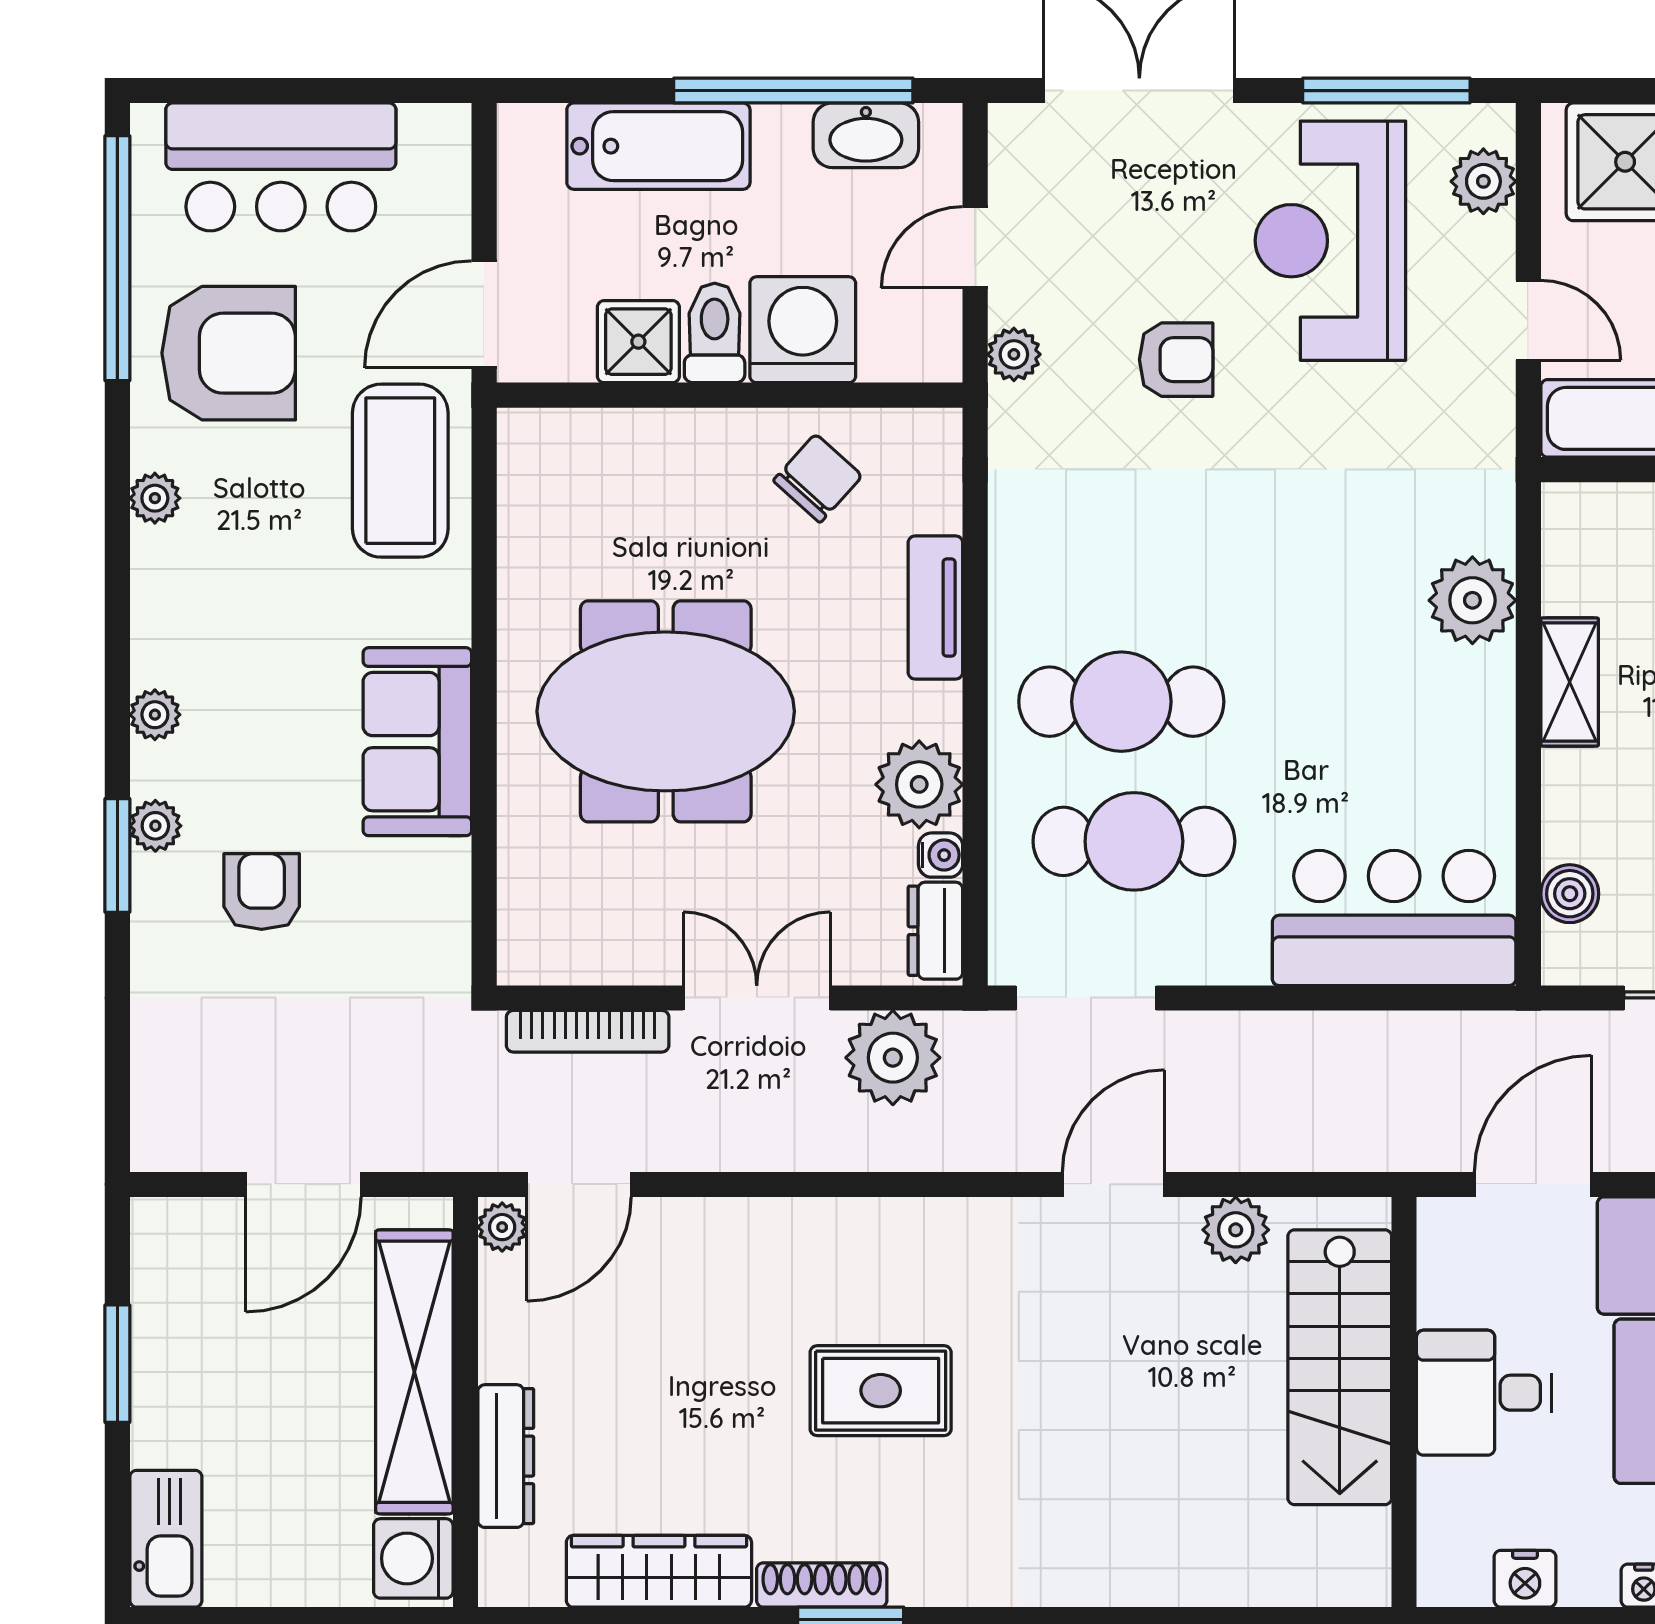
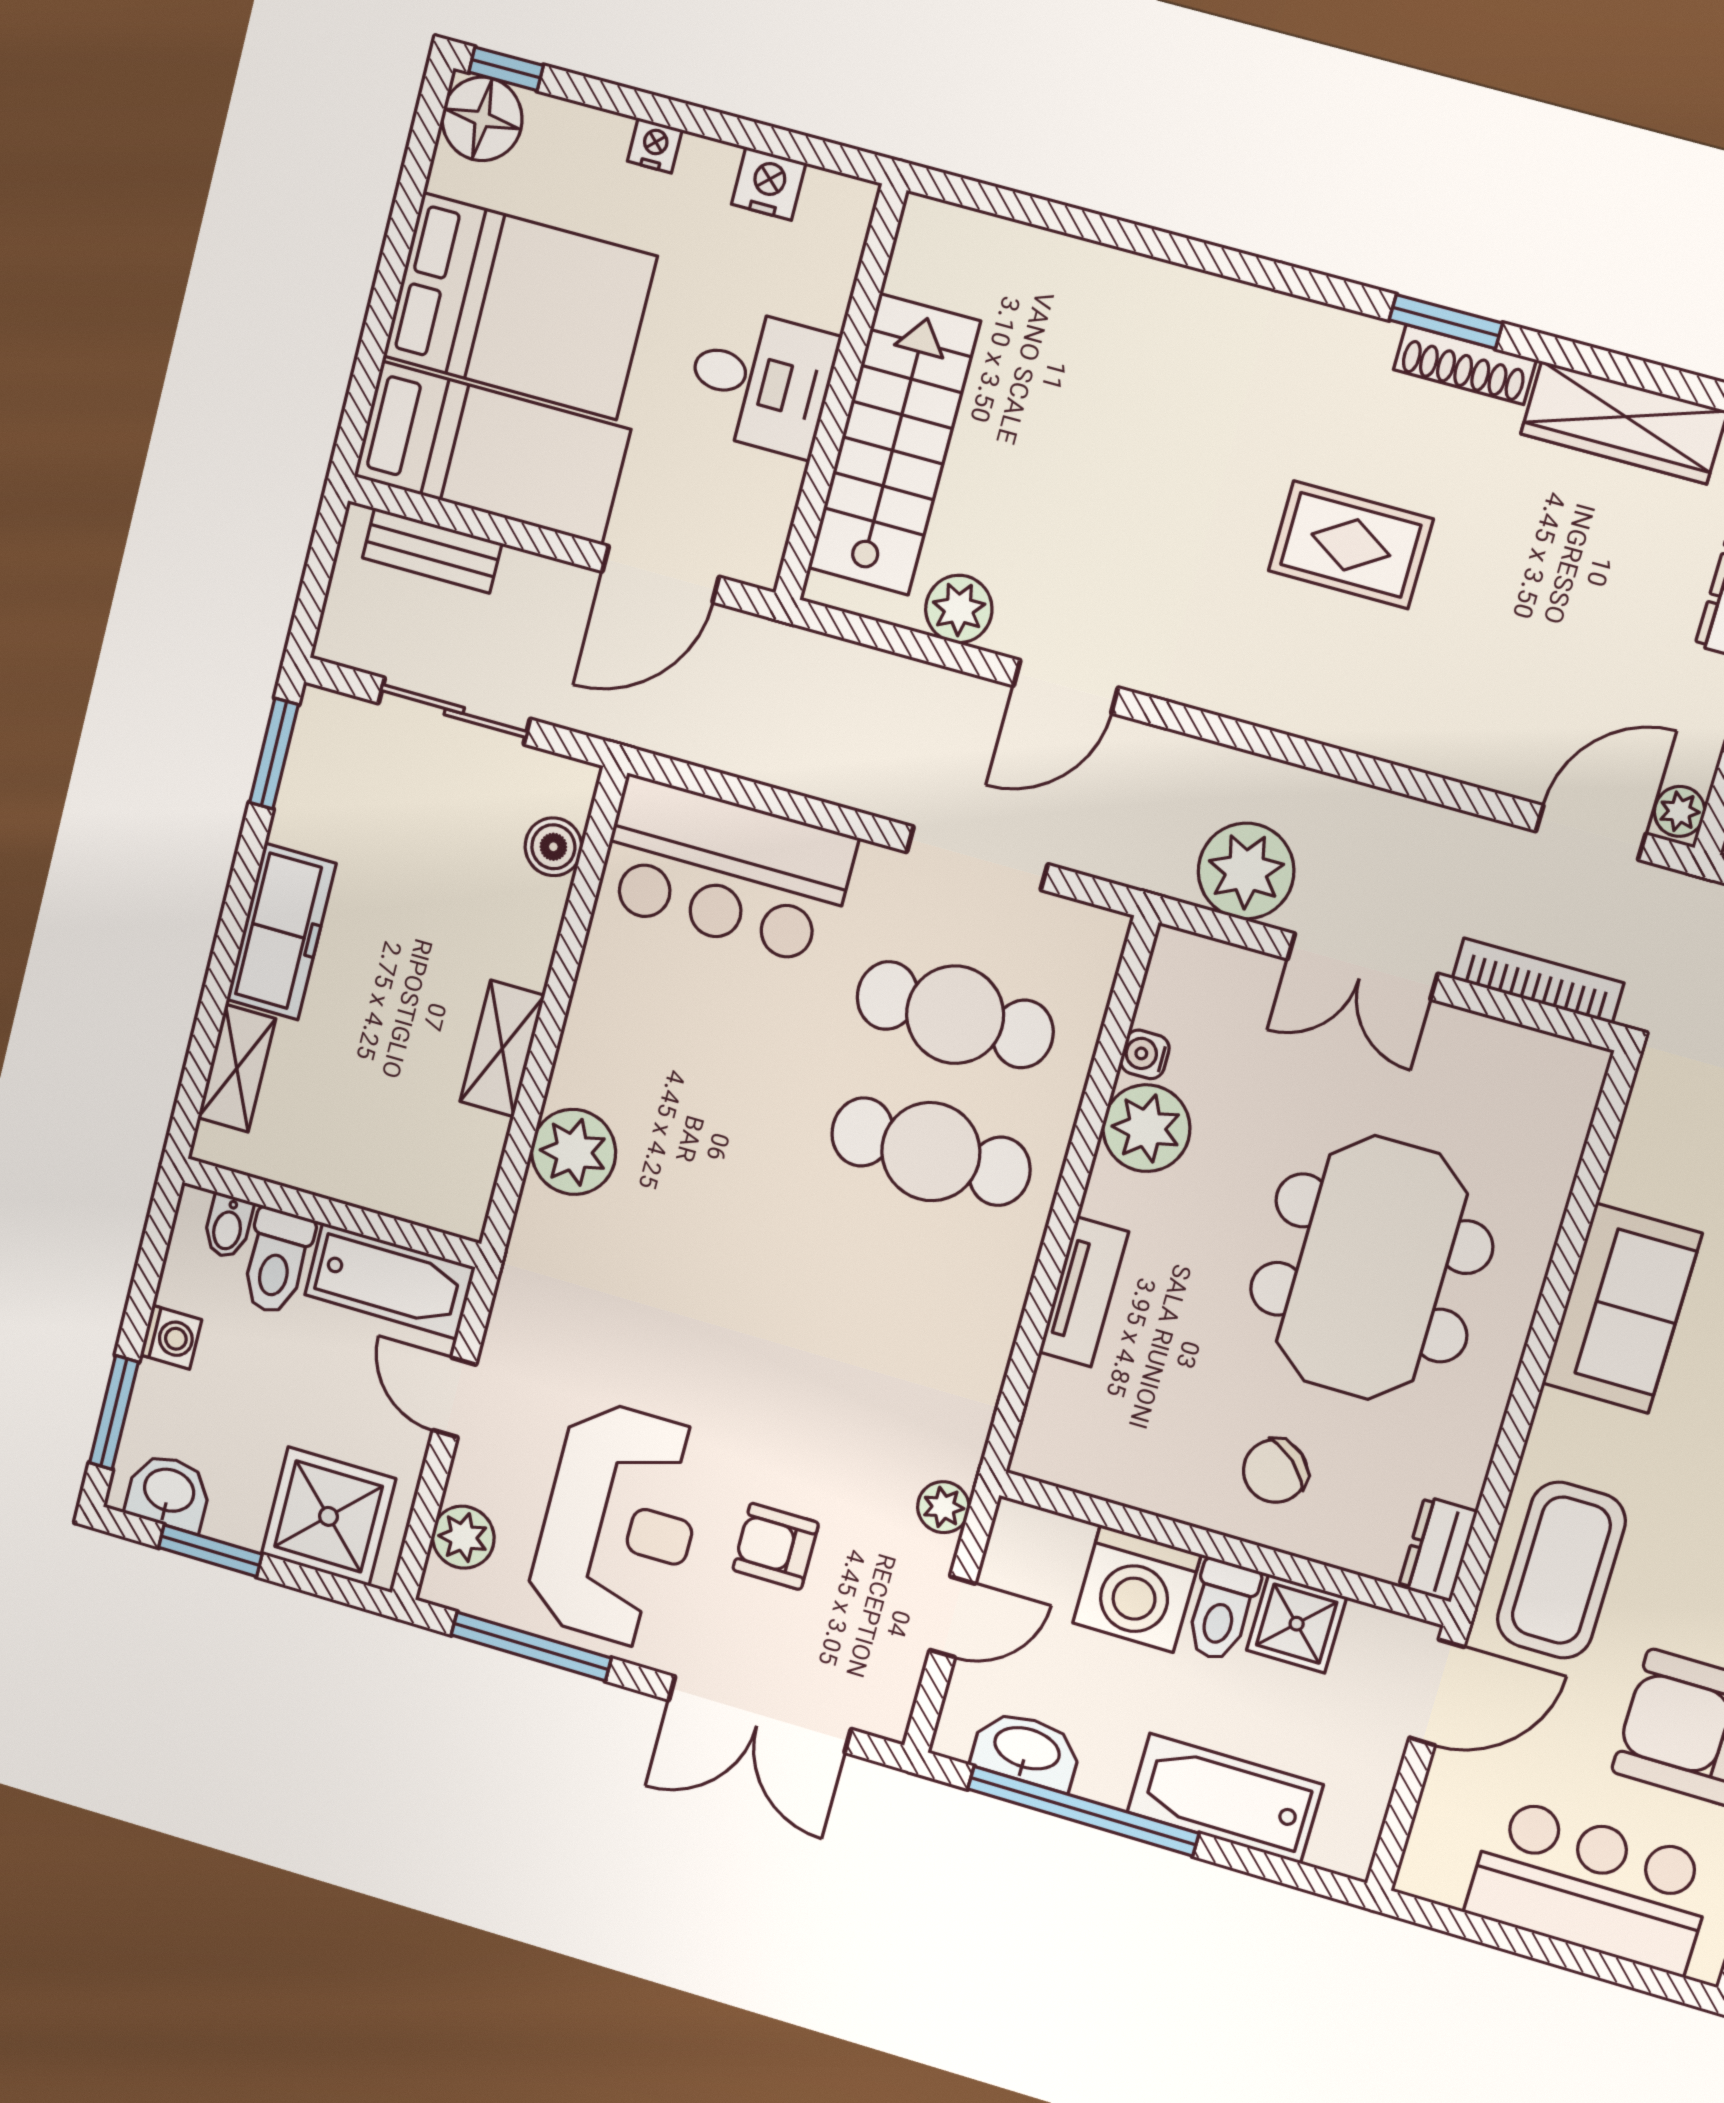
armchair: (1176, 360) -> (776, 1546), moved
chair: (818, 478) -> (1275, 1471), moved
meeting table: (666, 711) -> (1371, 1268), turned 90
dresser: (935, 931) -> (1438, 1549), moved, turned 180
doorway: (1086, 998) -> (977, 858), moved

